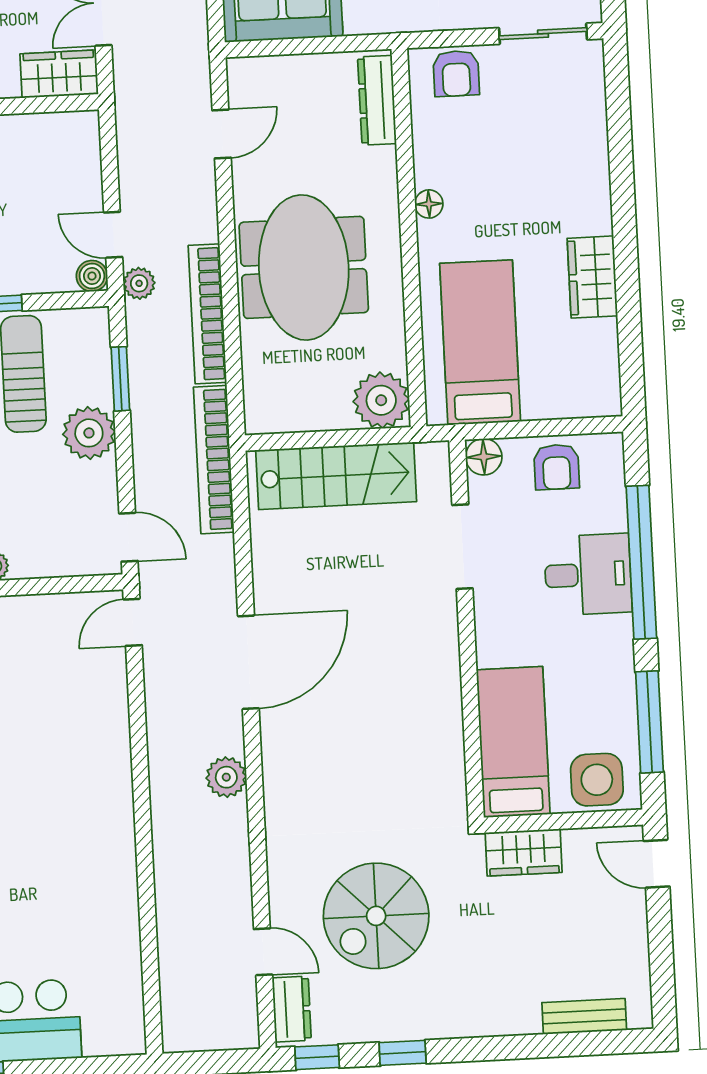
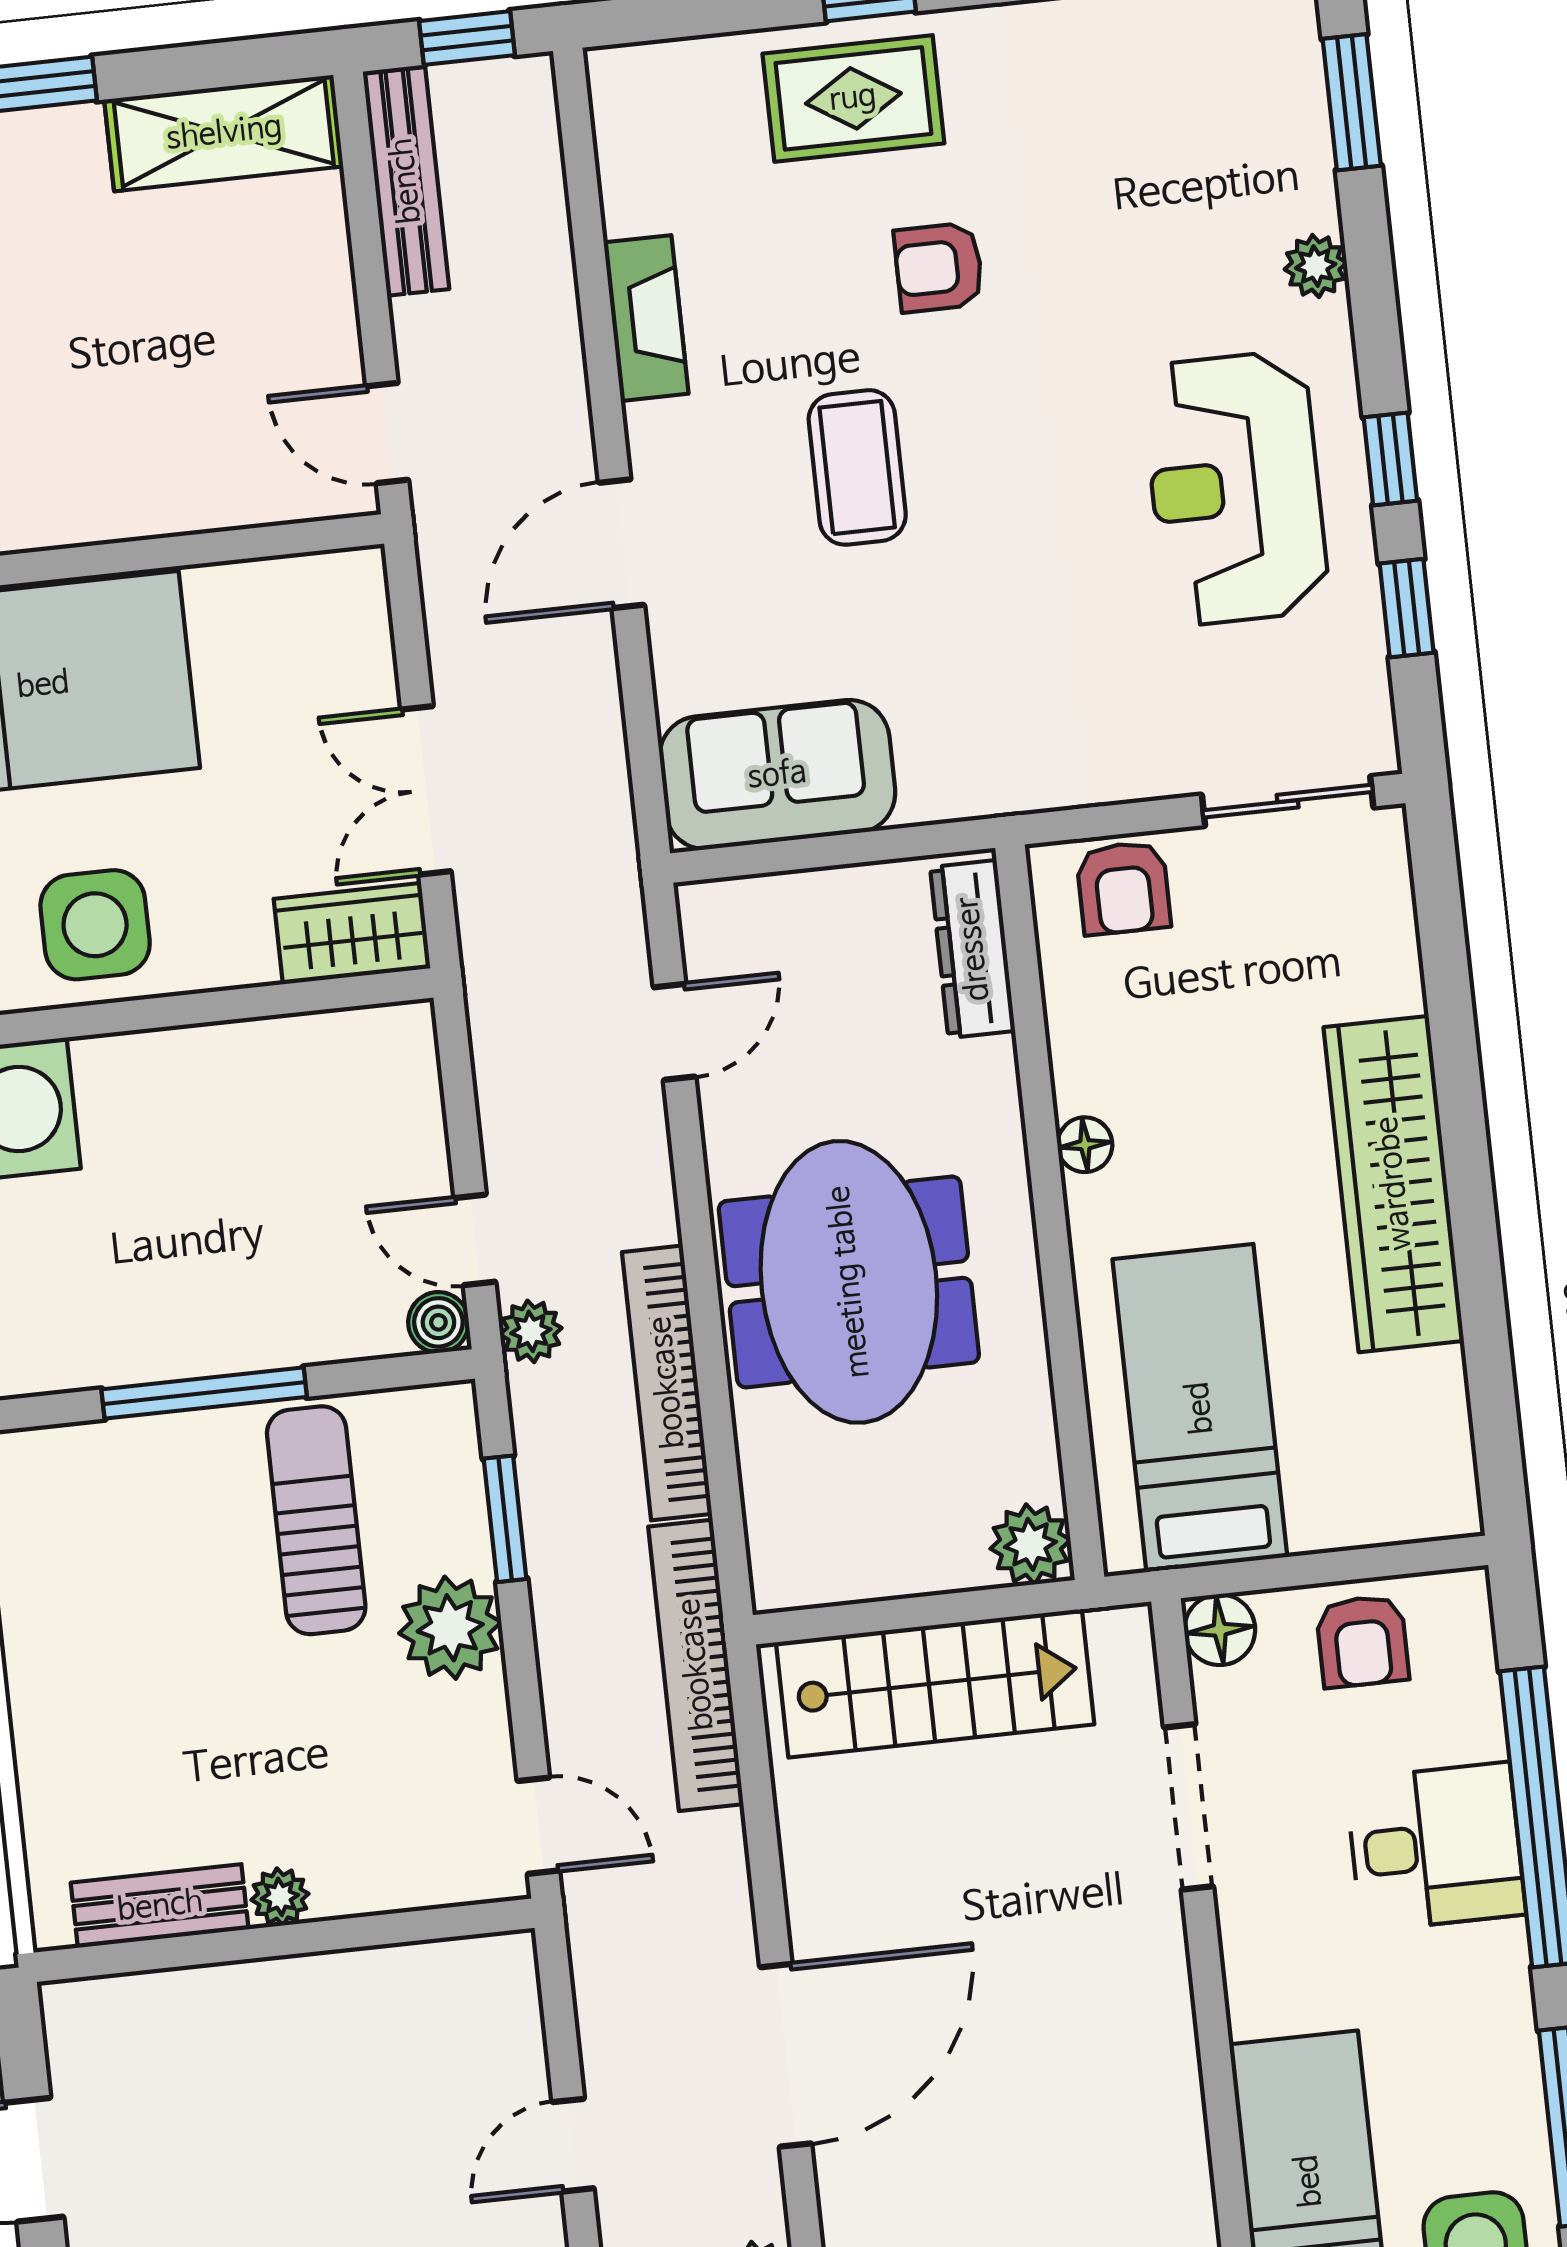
wardrobe: (592, 277) -> (1394, 1184), width x2.10, depth x1.17
plant: (381, 400) -> (1030, 1544), width x0.73, depth x0.73
door: (133, 622) -> (573, 2145), moved

